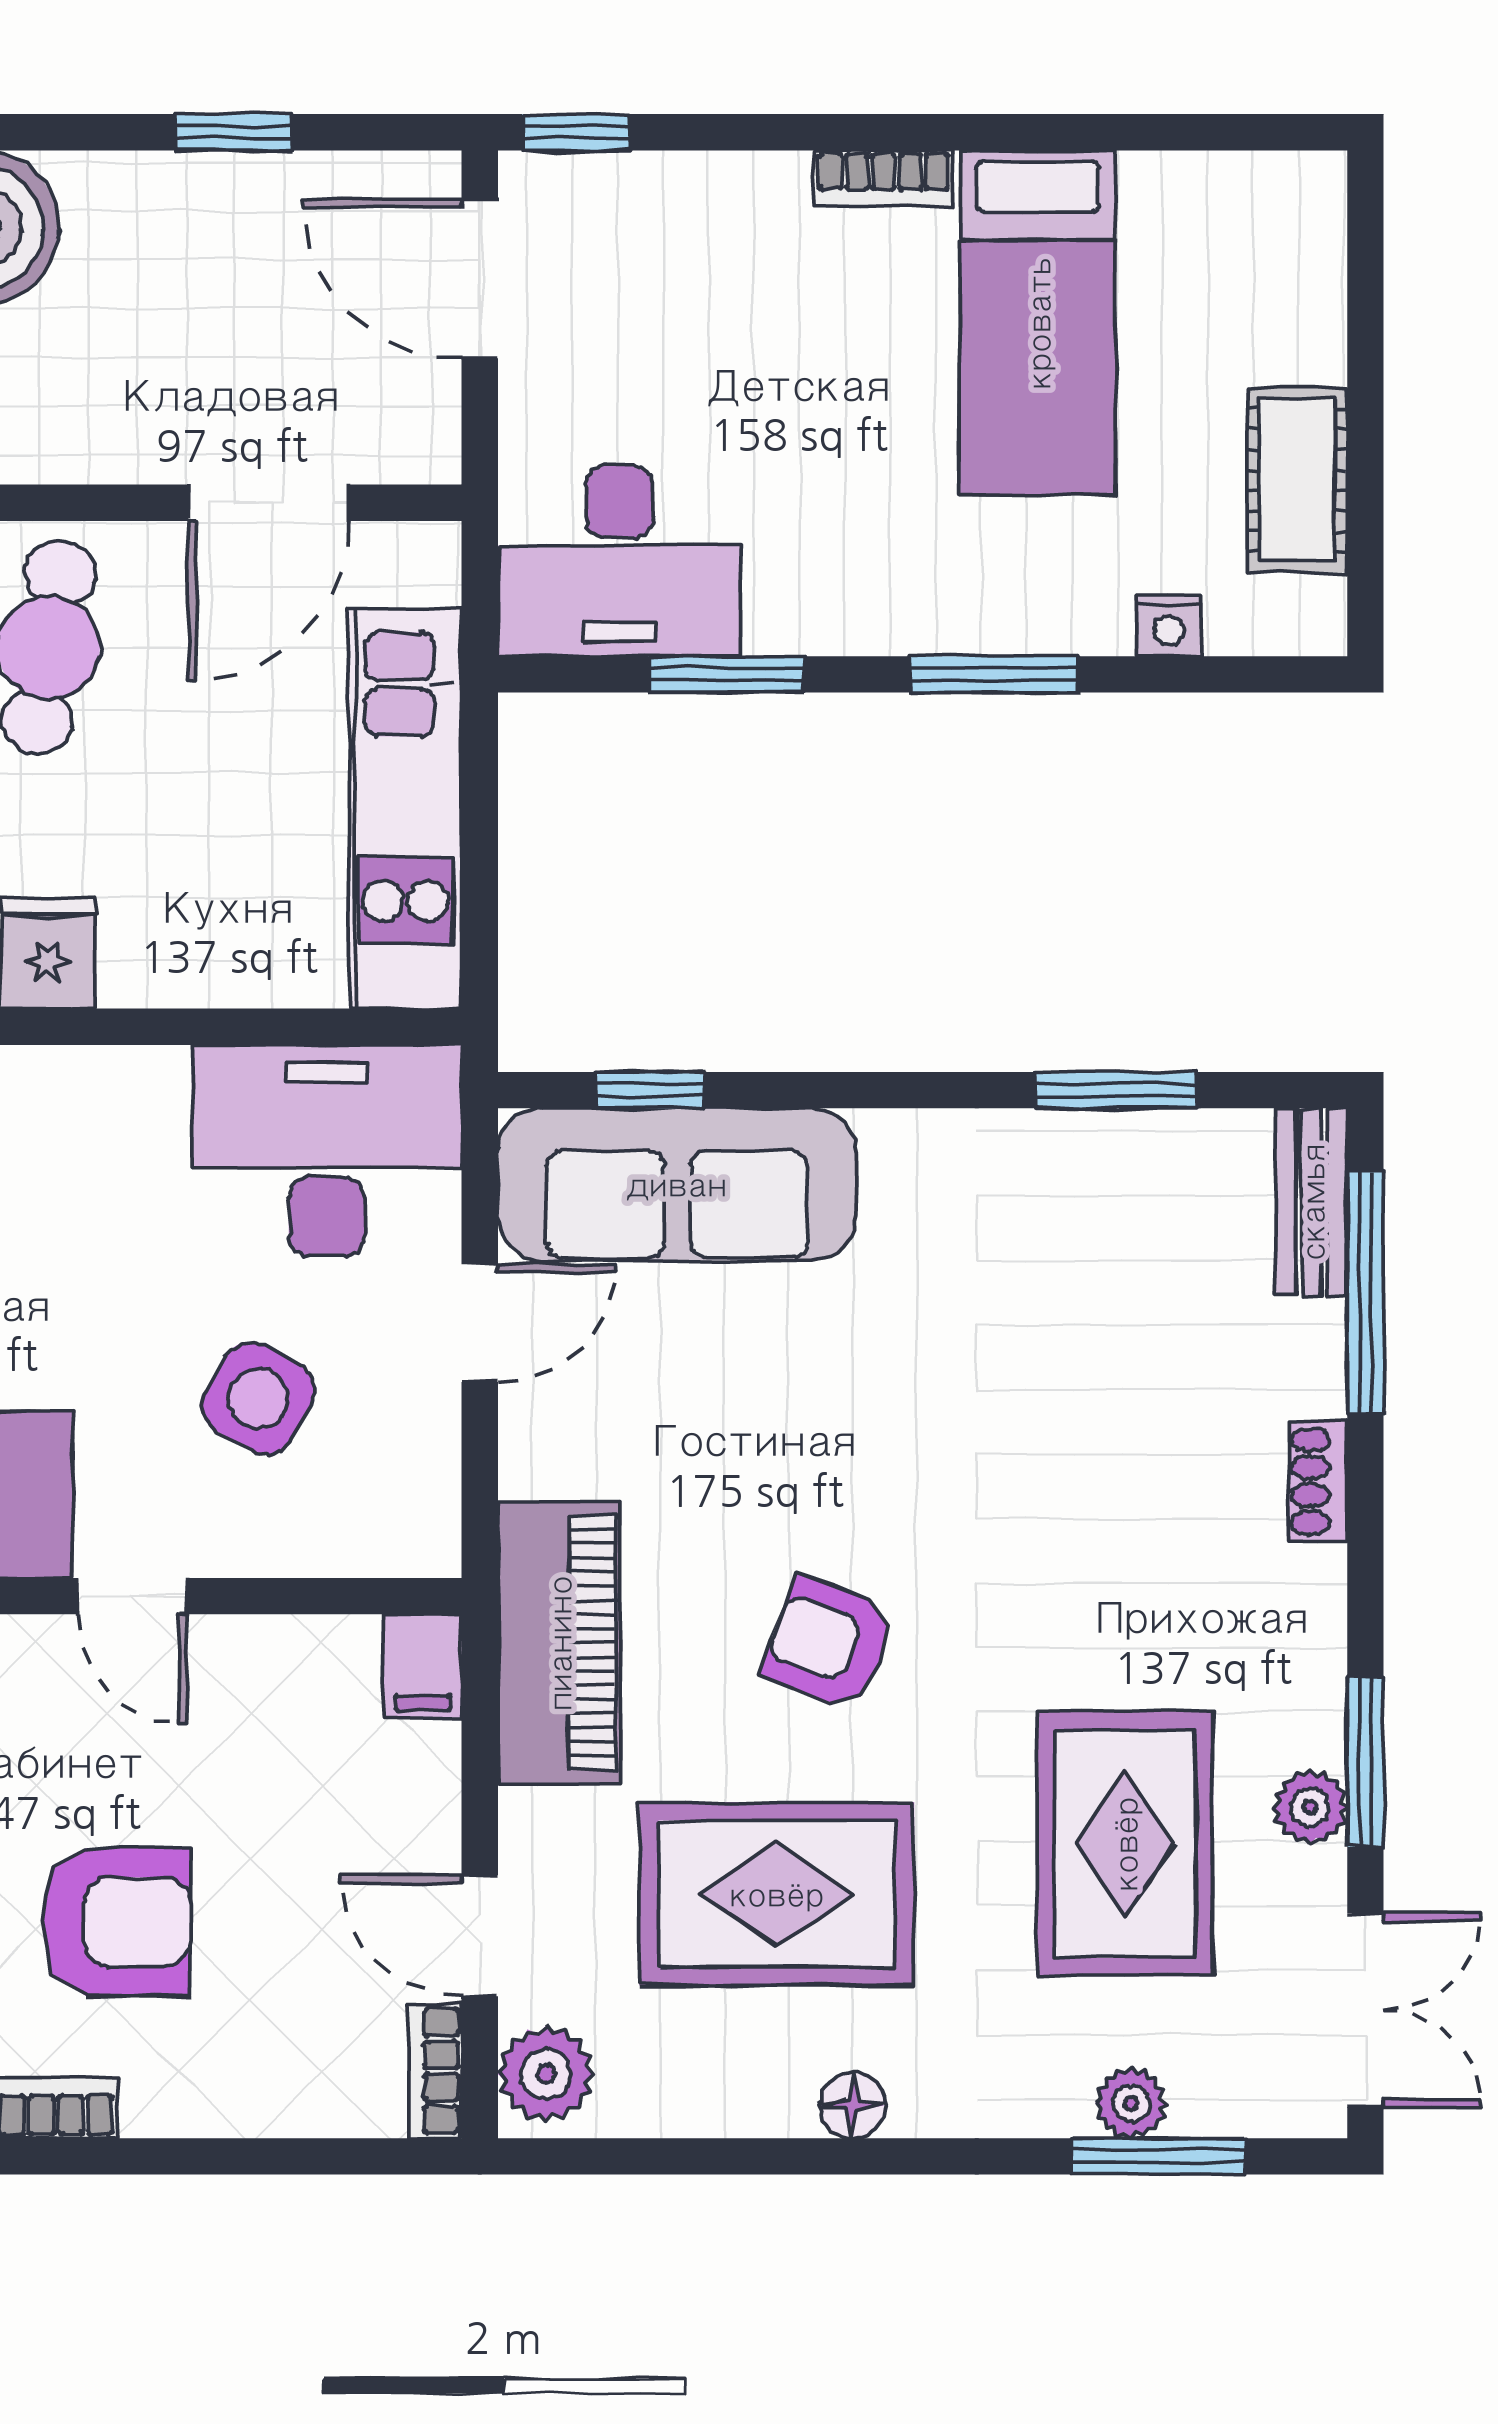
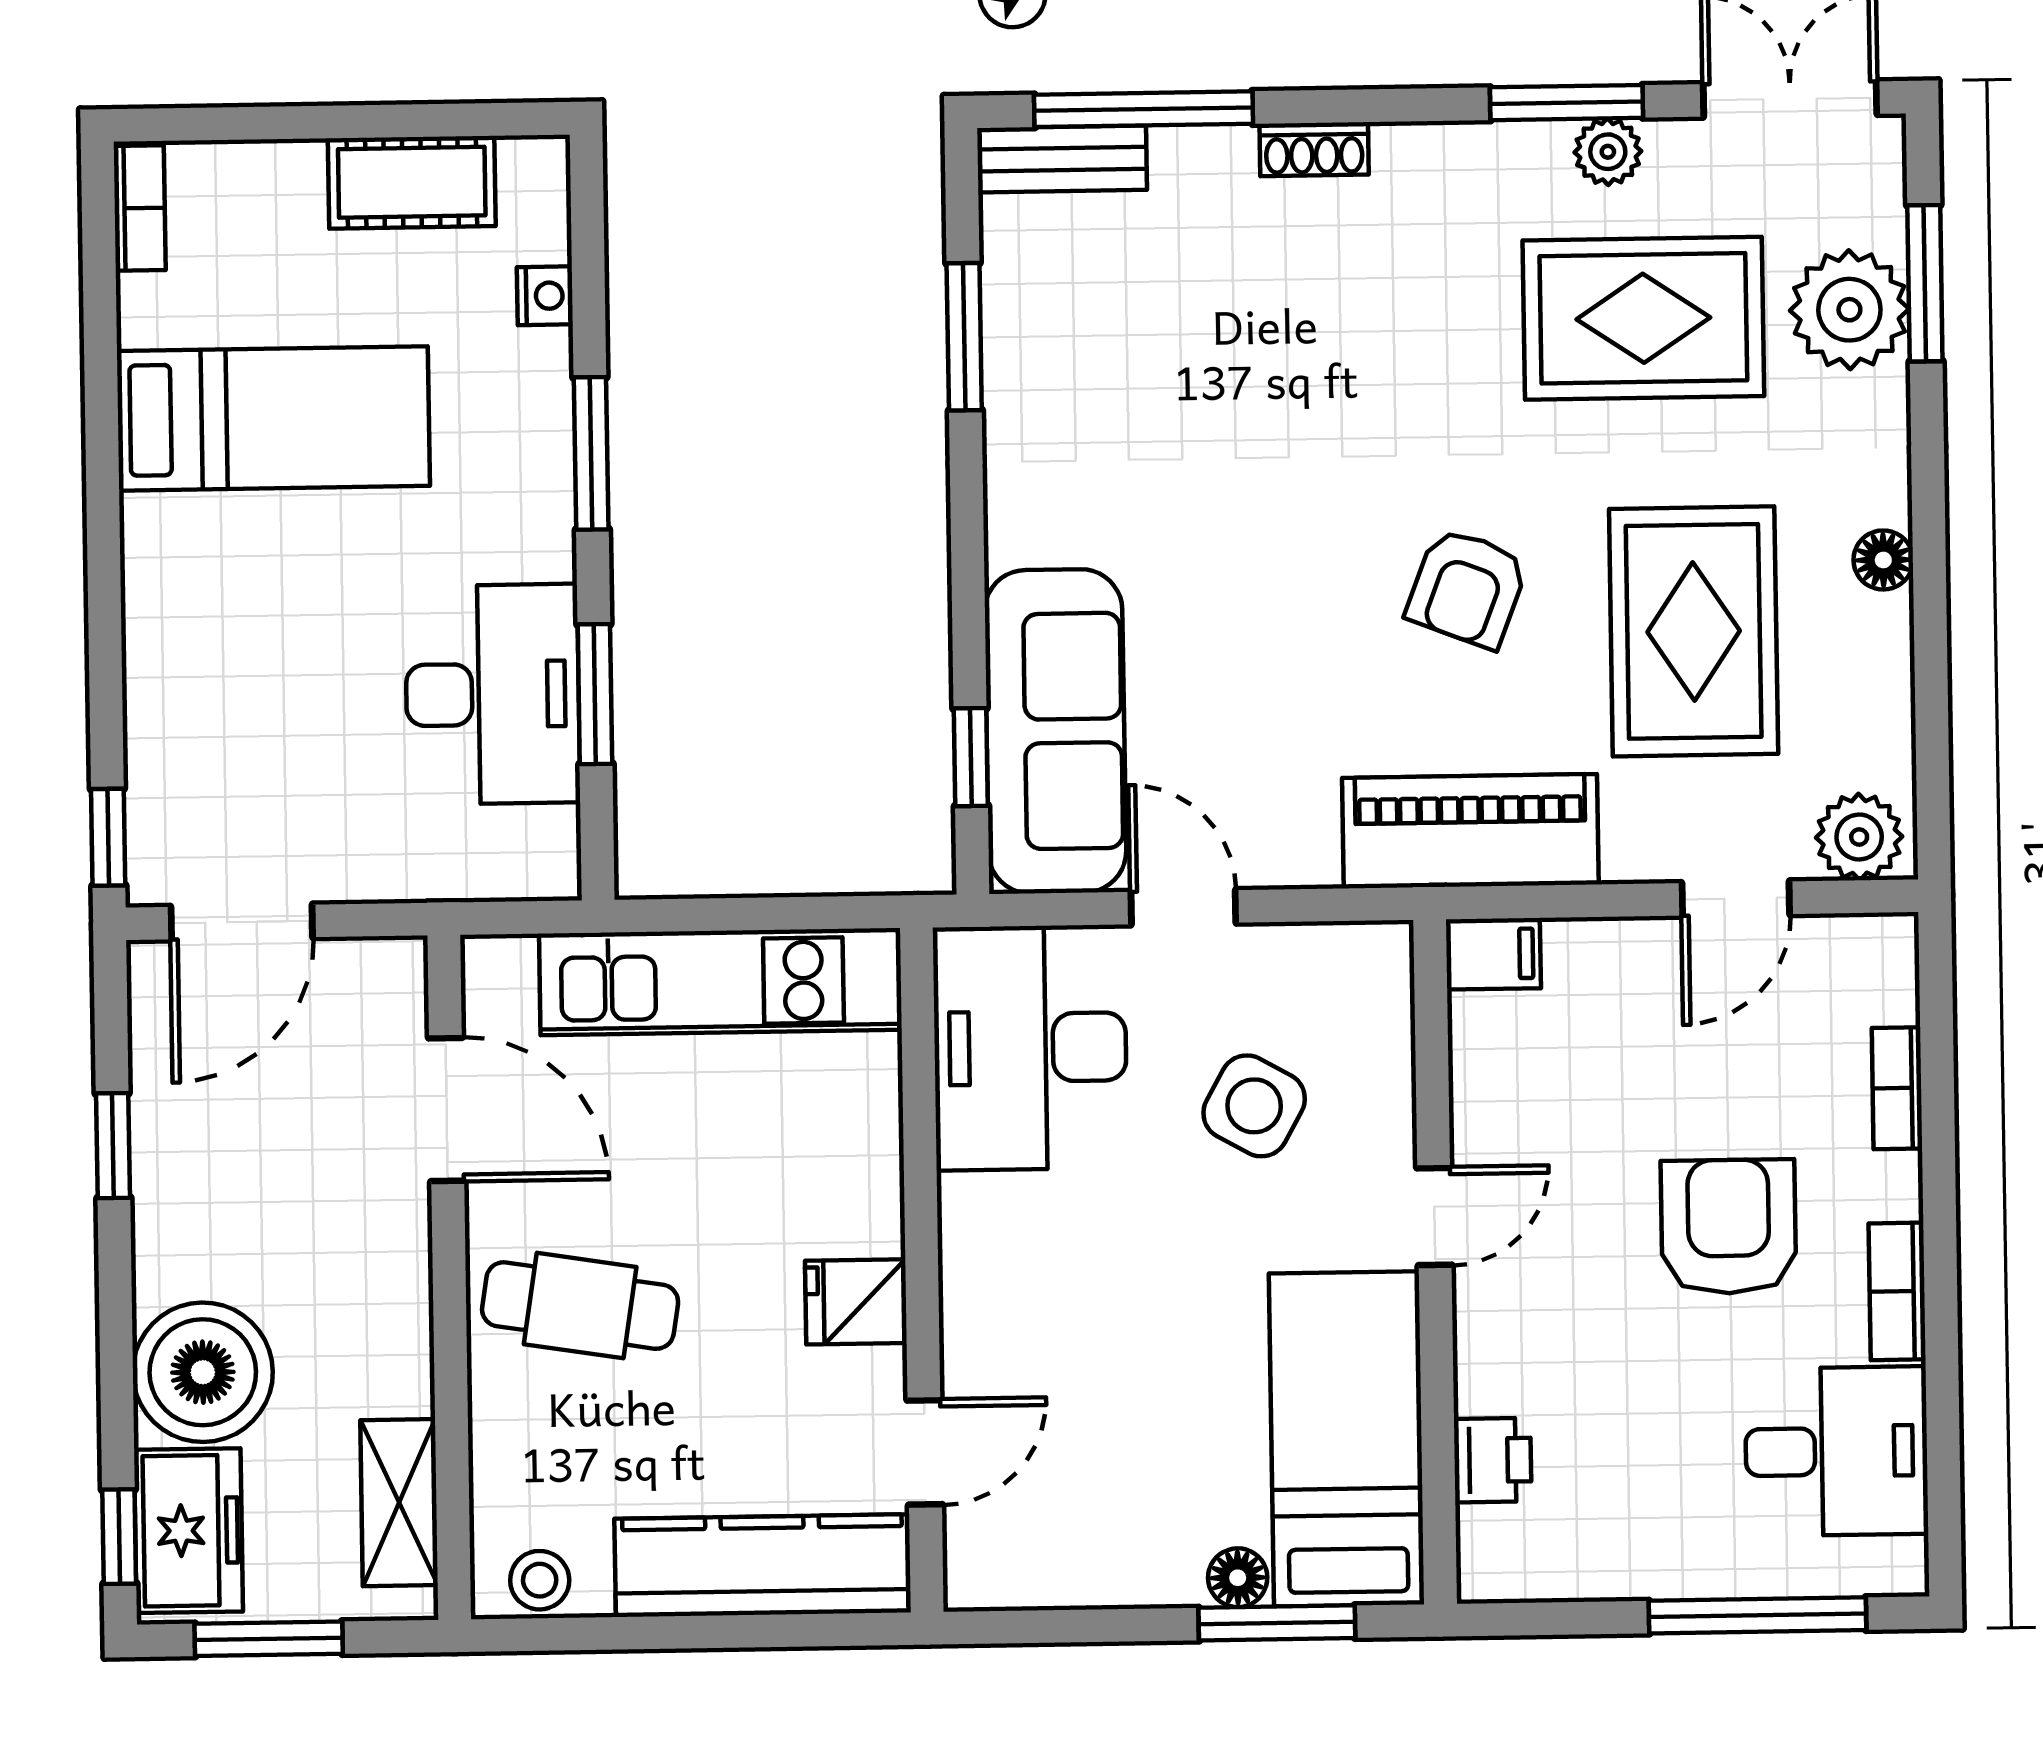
bookcase: (884, 178) -> (140, 208), moved
desk: (619, 561) -> (493, 694), moved
bookcase: (435, 2071) -> (1897, 1088), moved, turned 90
plant: (1131, 2103) -> (1849, 310), width x1.88, depth x1.88

